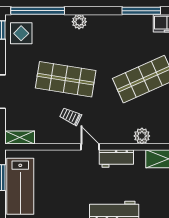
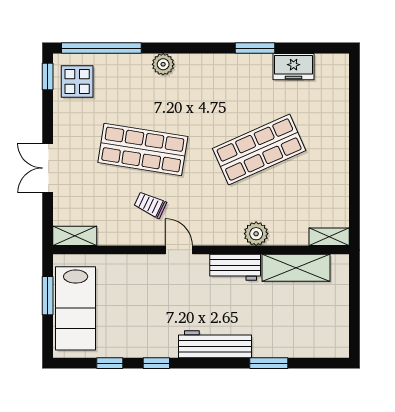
window: (141, 11) -> (255, 48), width x0.69
workbench: (116, 159) -> (235, 267), moved

